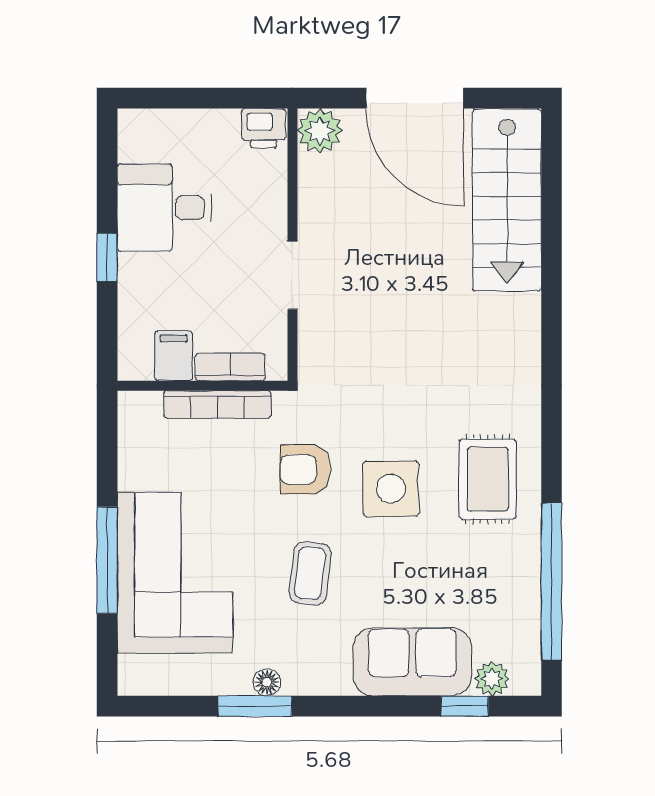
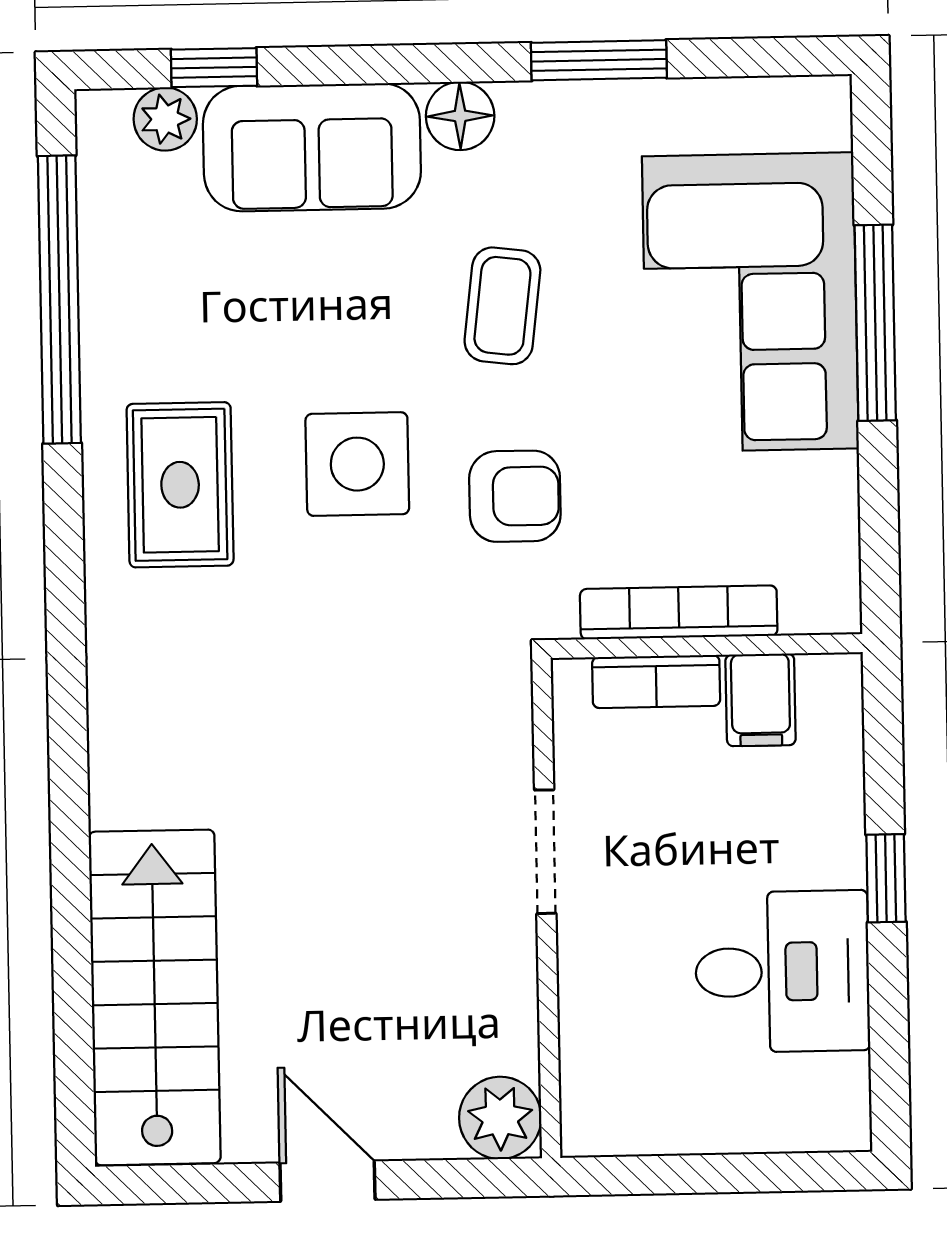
door: (415, 98) -> (327, 1181), width x0.53
printer: (264, 128) -> (603, 1121), removed
floor lamp: (267, 682) -> (460, 116), moved, width x1.37, depth x1.37

